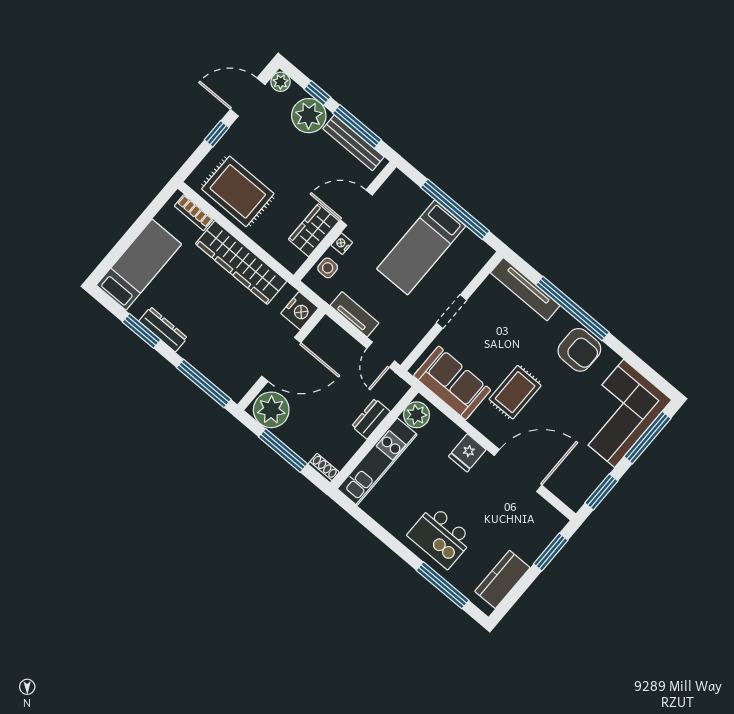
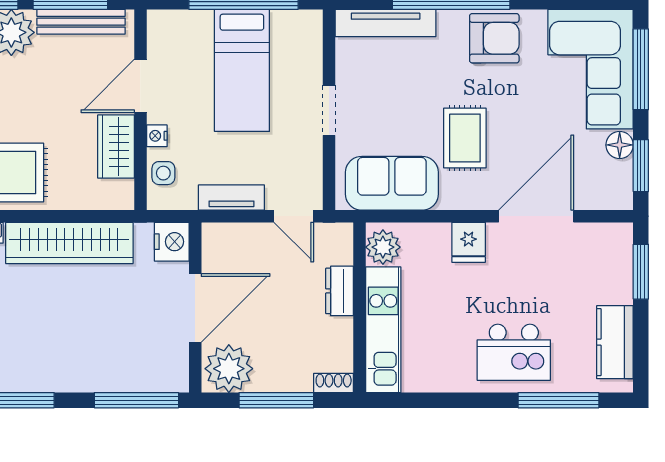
dresser: (163, 329) -> (47, 380), removed
floor lamp: (599, 470) -> (620, 145), added

